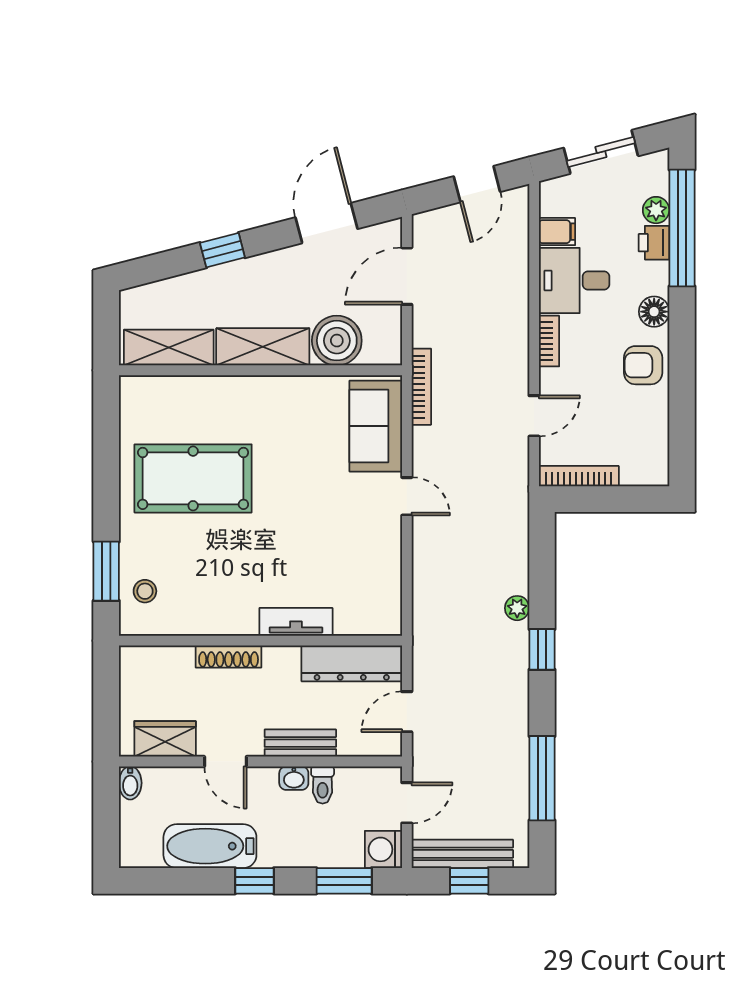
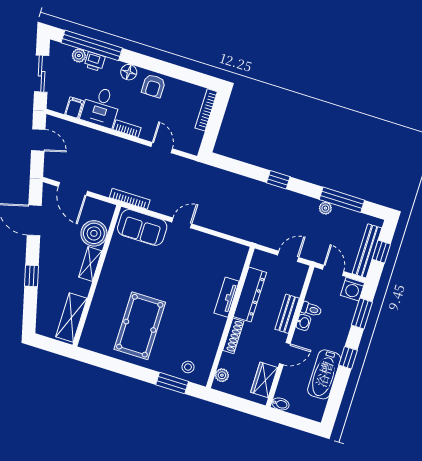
shelving: (263, 347) -> (90, 264), width x0.67, depth x0.75
bookcase: (579, 476) -> (206, 110), moved
plant: (517, 608) -> (325, 208), moved
plant: (149, 658) -> (222, 375), added
dresser: (352, 663) -> (250, 295), moved
door: (407, 712) -> (288, 256), swing flipped

